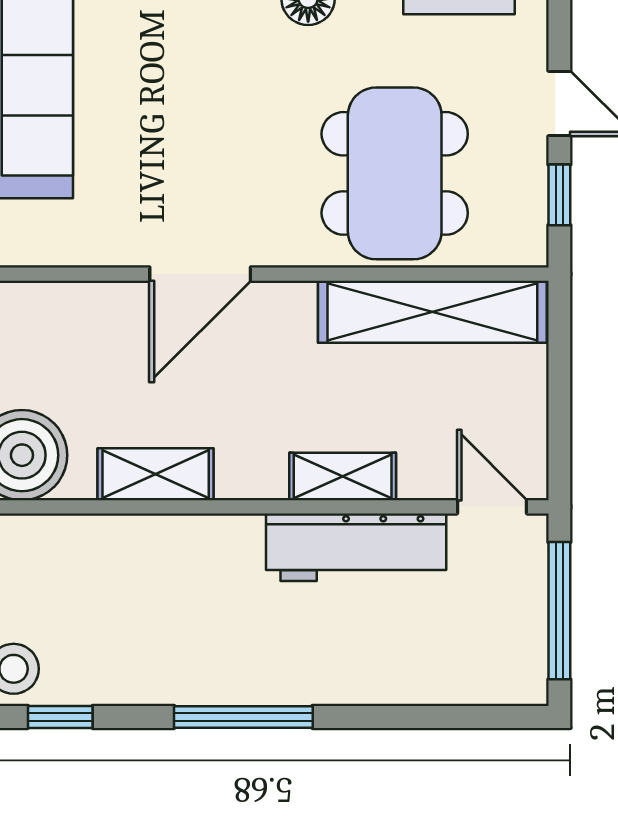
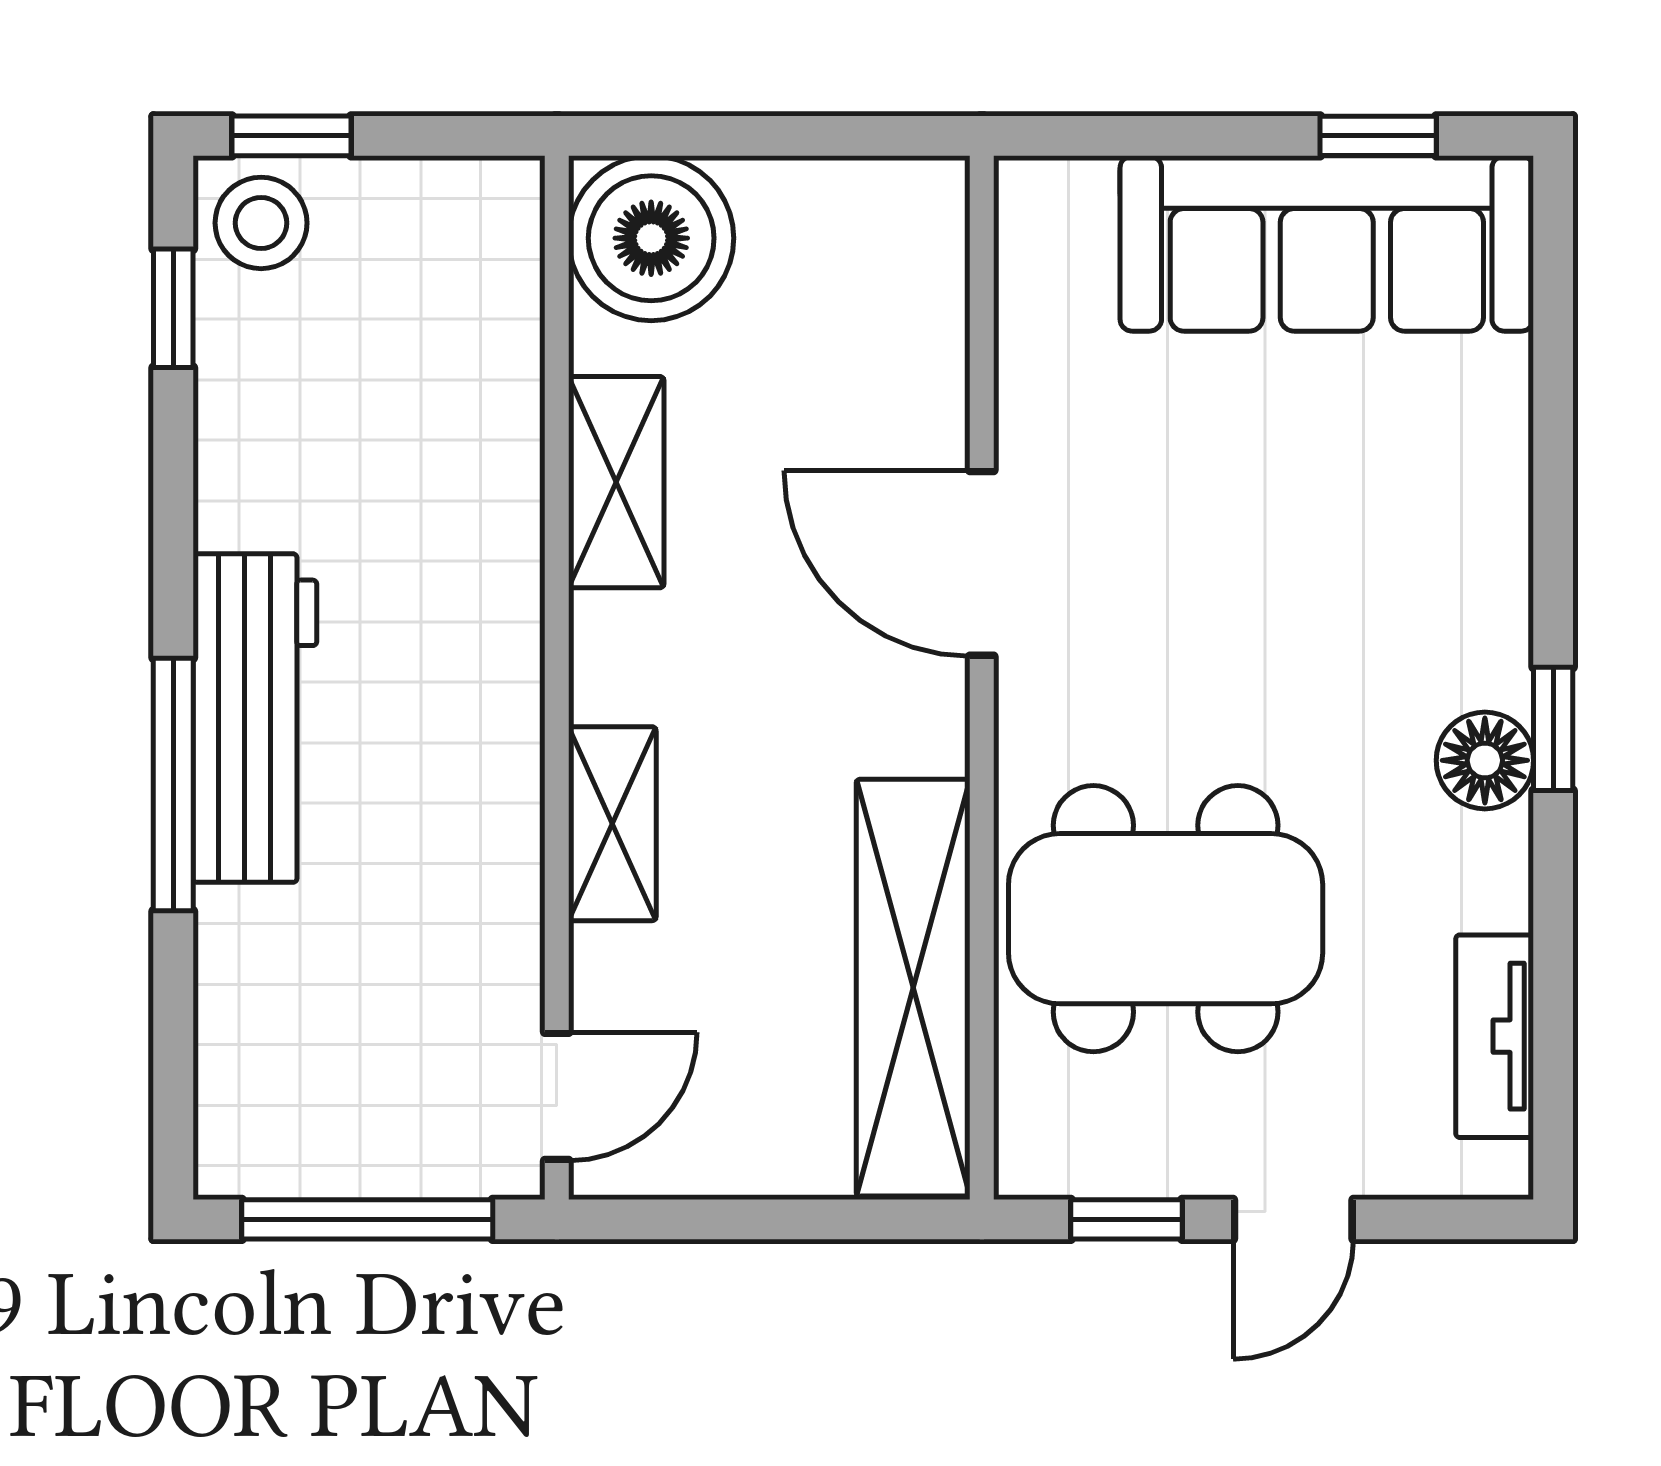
workbench: (356, 547) -> (255, 718), moved, turned 180
window: (243, 717) -> (173, 784), moved

